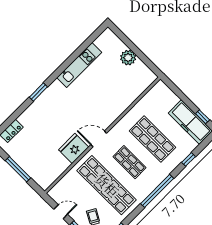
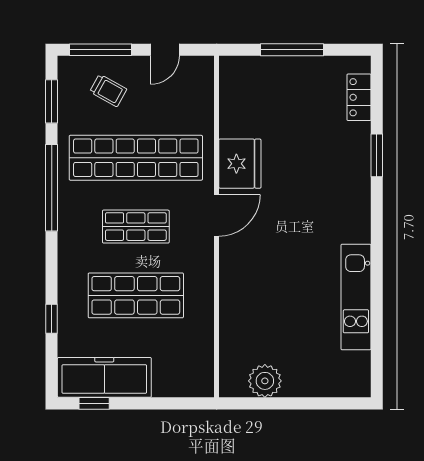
plant: (128, 58) -> (265, 381), moved
window: (38, 92) -> (377, 155), moved
window: (157, 191) -> (52, 188), moved

